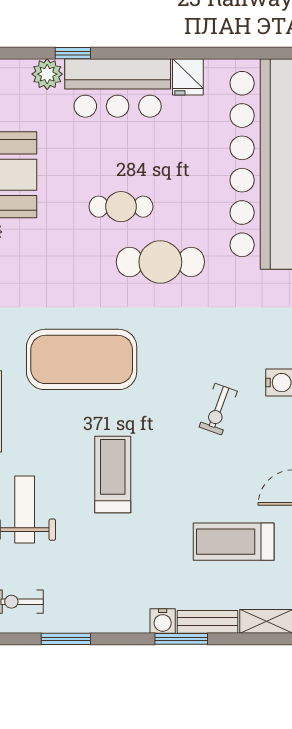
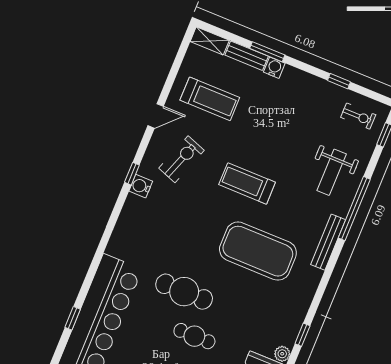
exercise bike: (218, 409) -> (182, 159), moved, width x1.38, depth x1.39
treadmill: (113, 475) -> (247, 183), moved, turned 90
window: (66, 639) -> (339, 81), width x0.67

